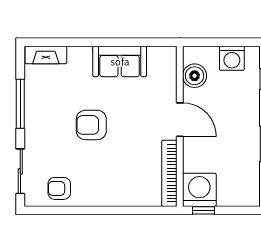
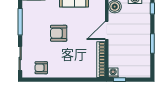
door: (180, 120) -> (107, 30), swing flipped
washing machine: (199, 190) -> (113, 73), width x0.53, depth x0.53

